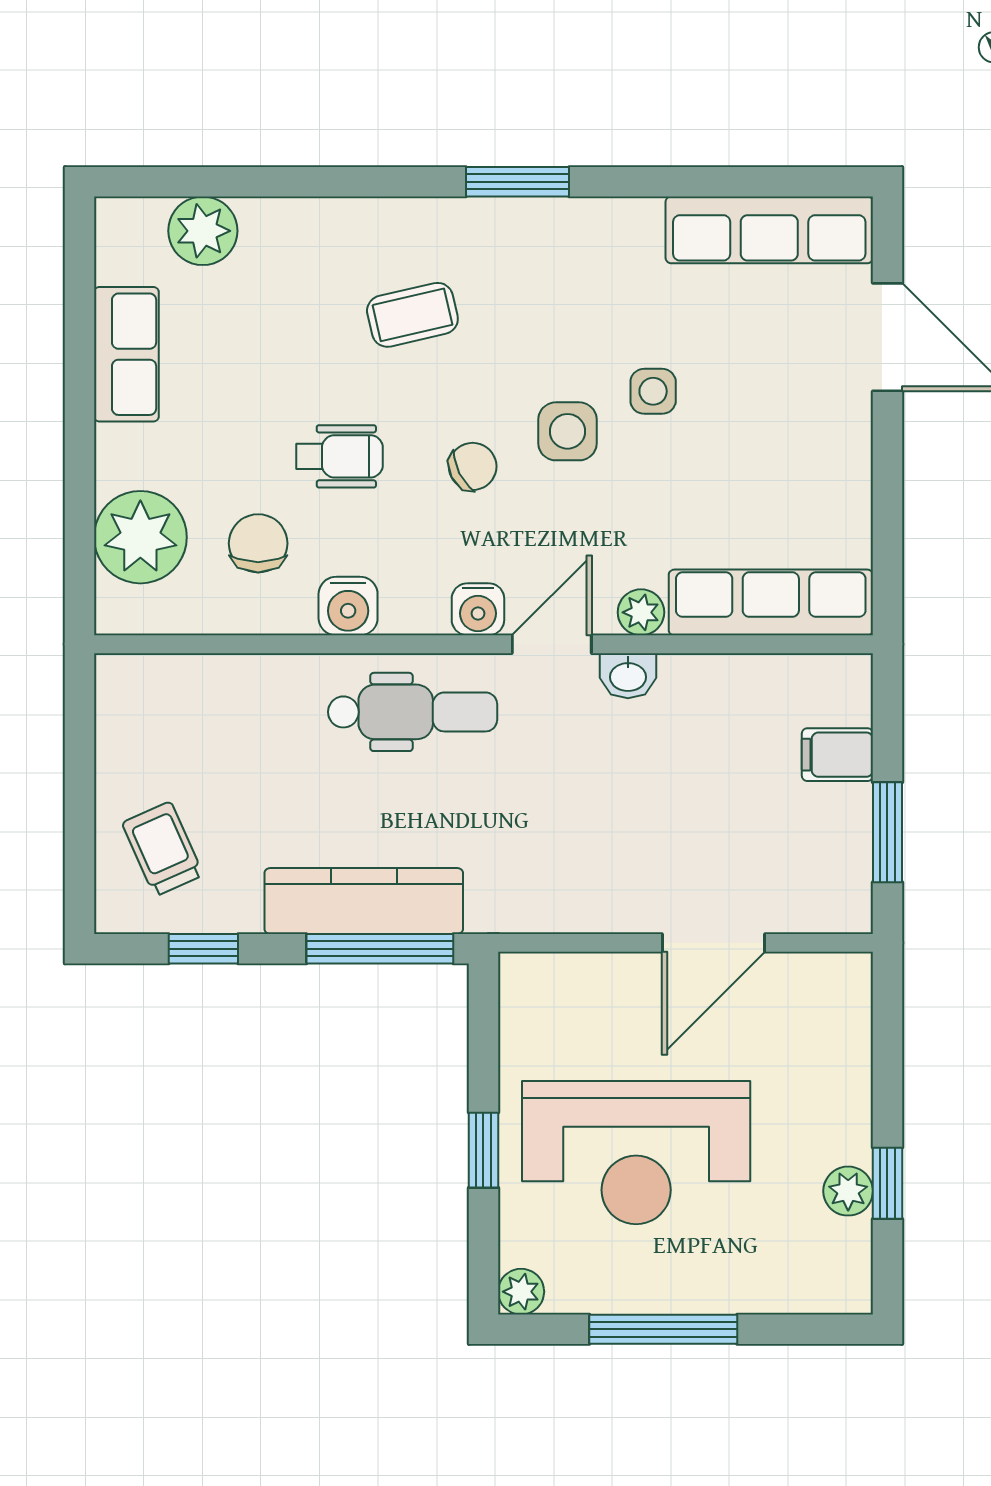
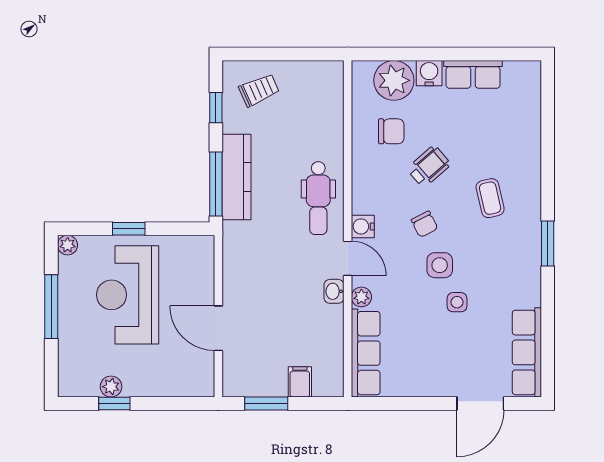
plant: (203, 231) -> (526, 107), removed
wheelchair: (339, 456) -> (429, 166), turned -131
water cooler: (348, 606) -> (429, 73), moved, turned 90

